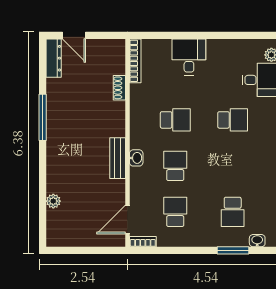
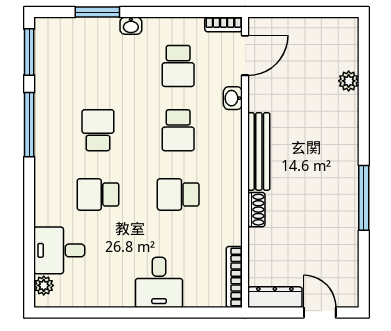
dresser: (54, 58) -> (275, 297), moved, turned 90
shoe rack: (119, 88) -> (256, 210), moved
bench: (118, 158) -> (259, 151), width x1.36
washbasin: (136, 158) -> (233, 98), moved
school desk: (233, 212) -> (98, 130), moved
washbasin: (257, 241) -> (131, 26), moved

